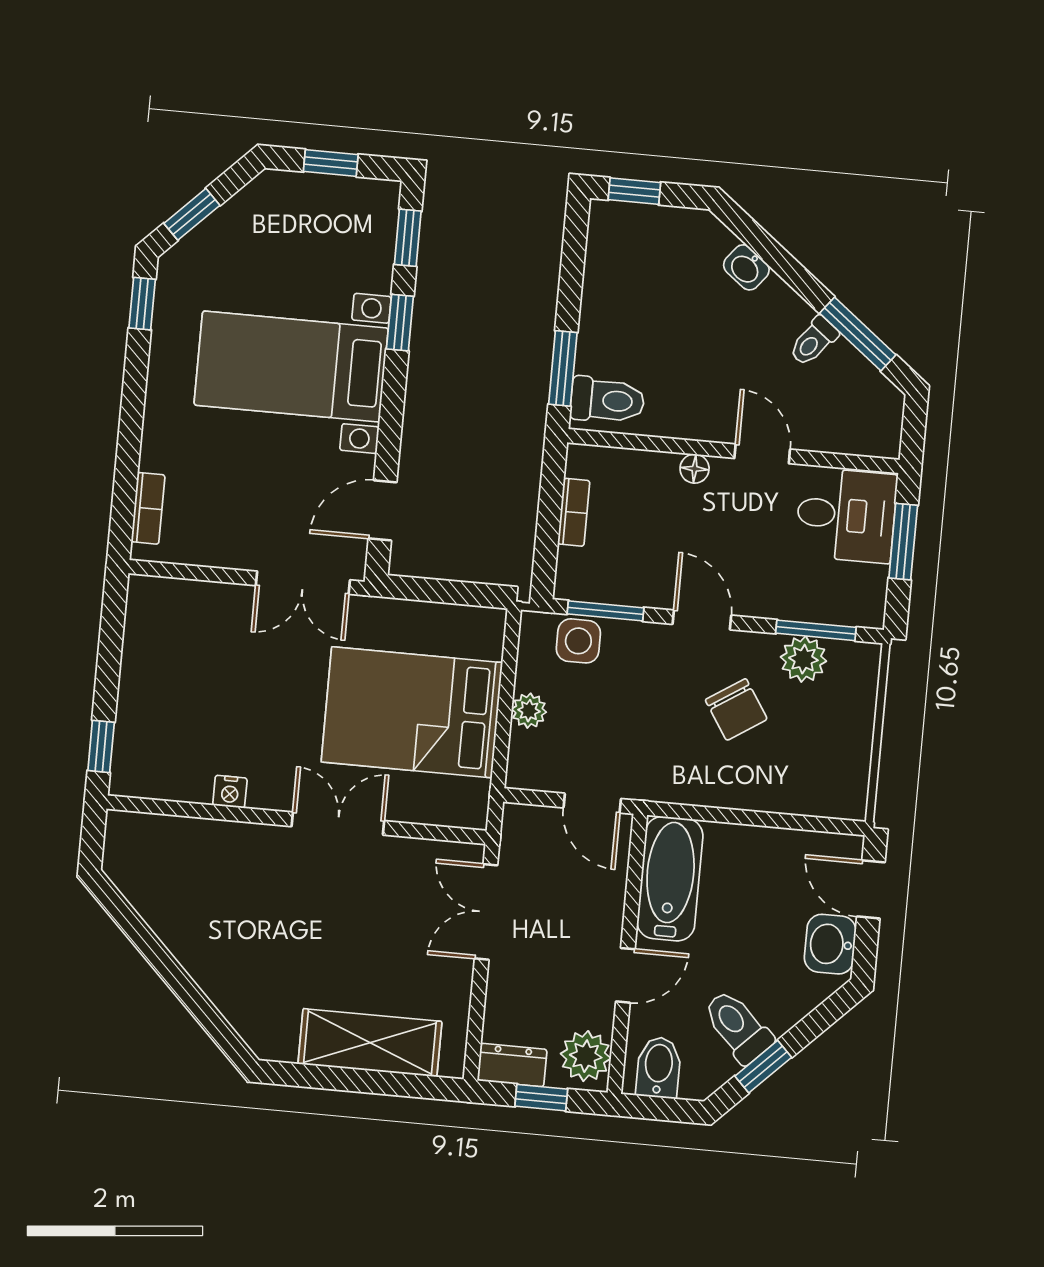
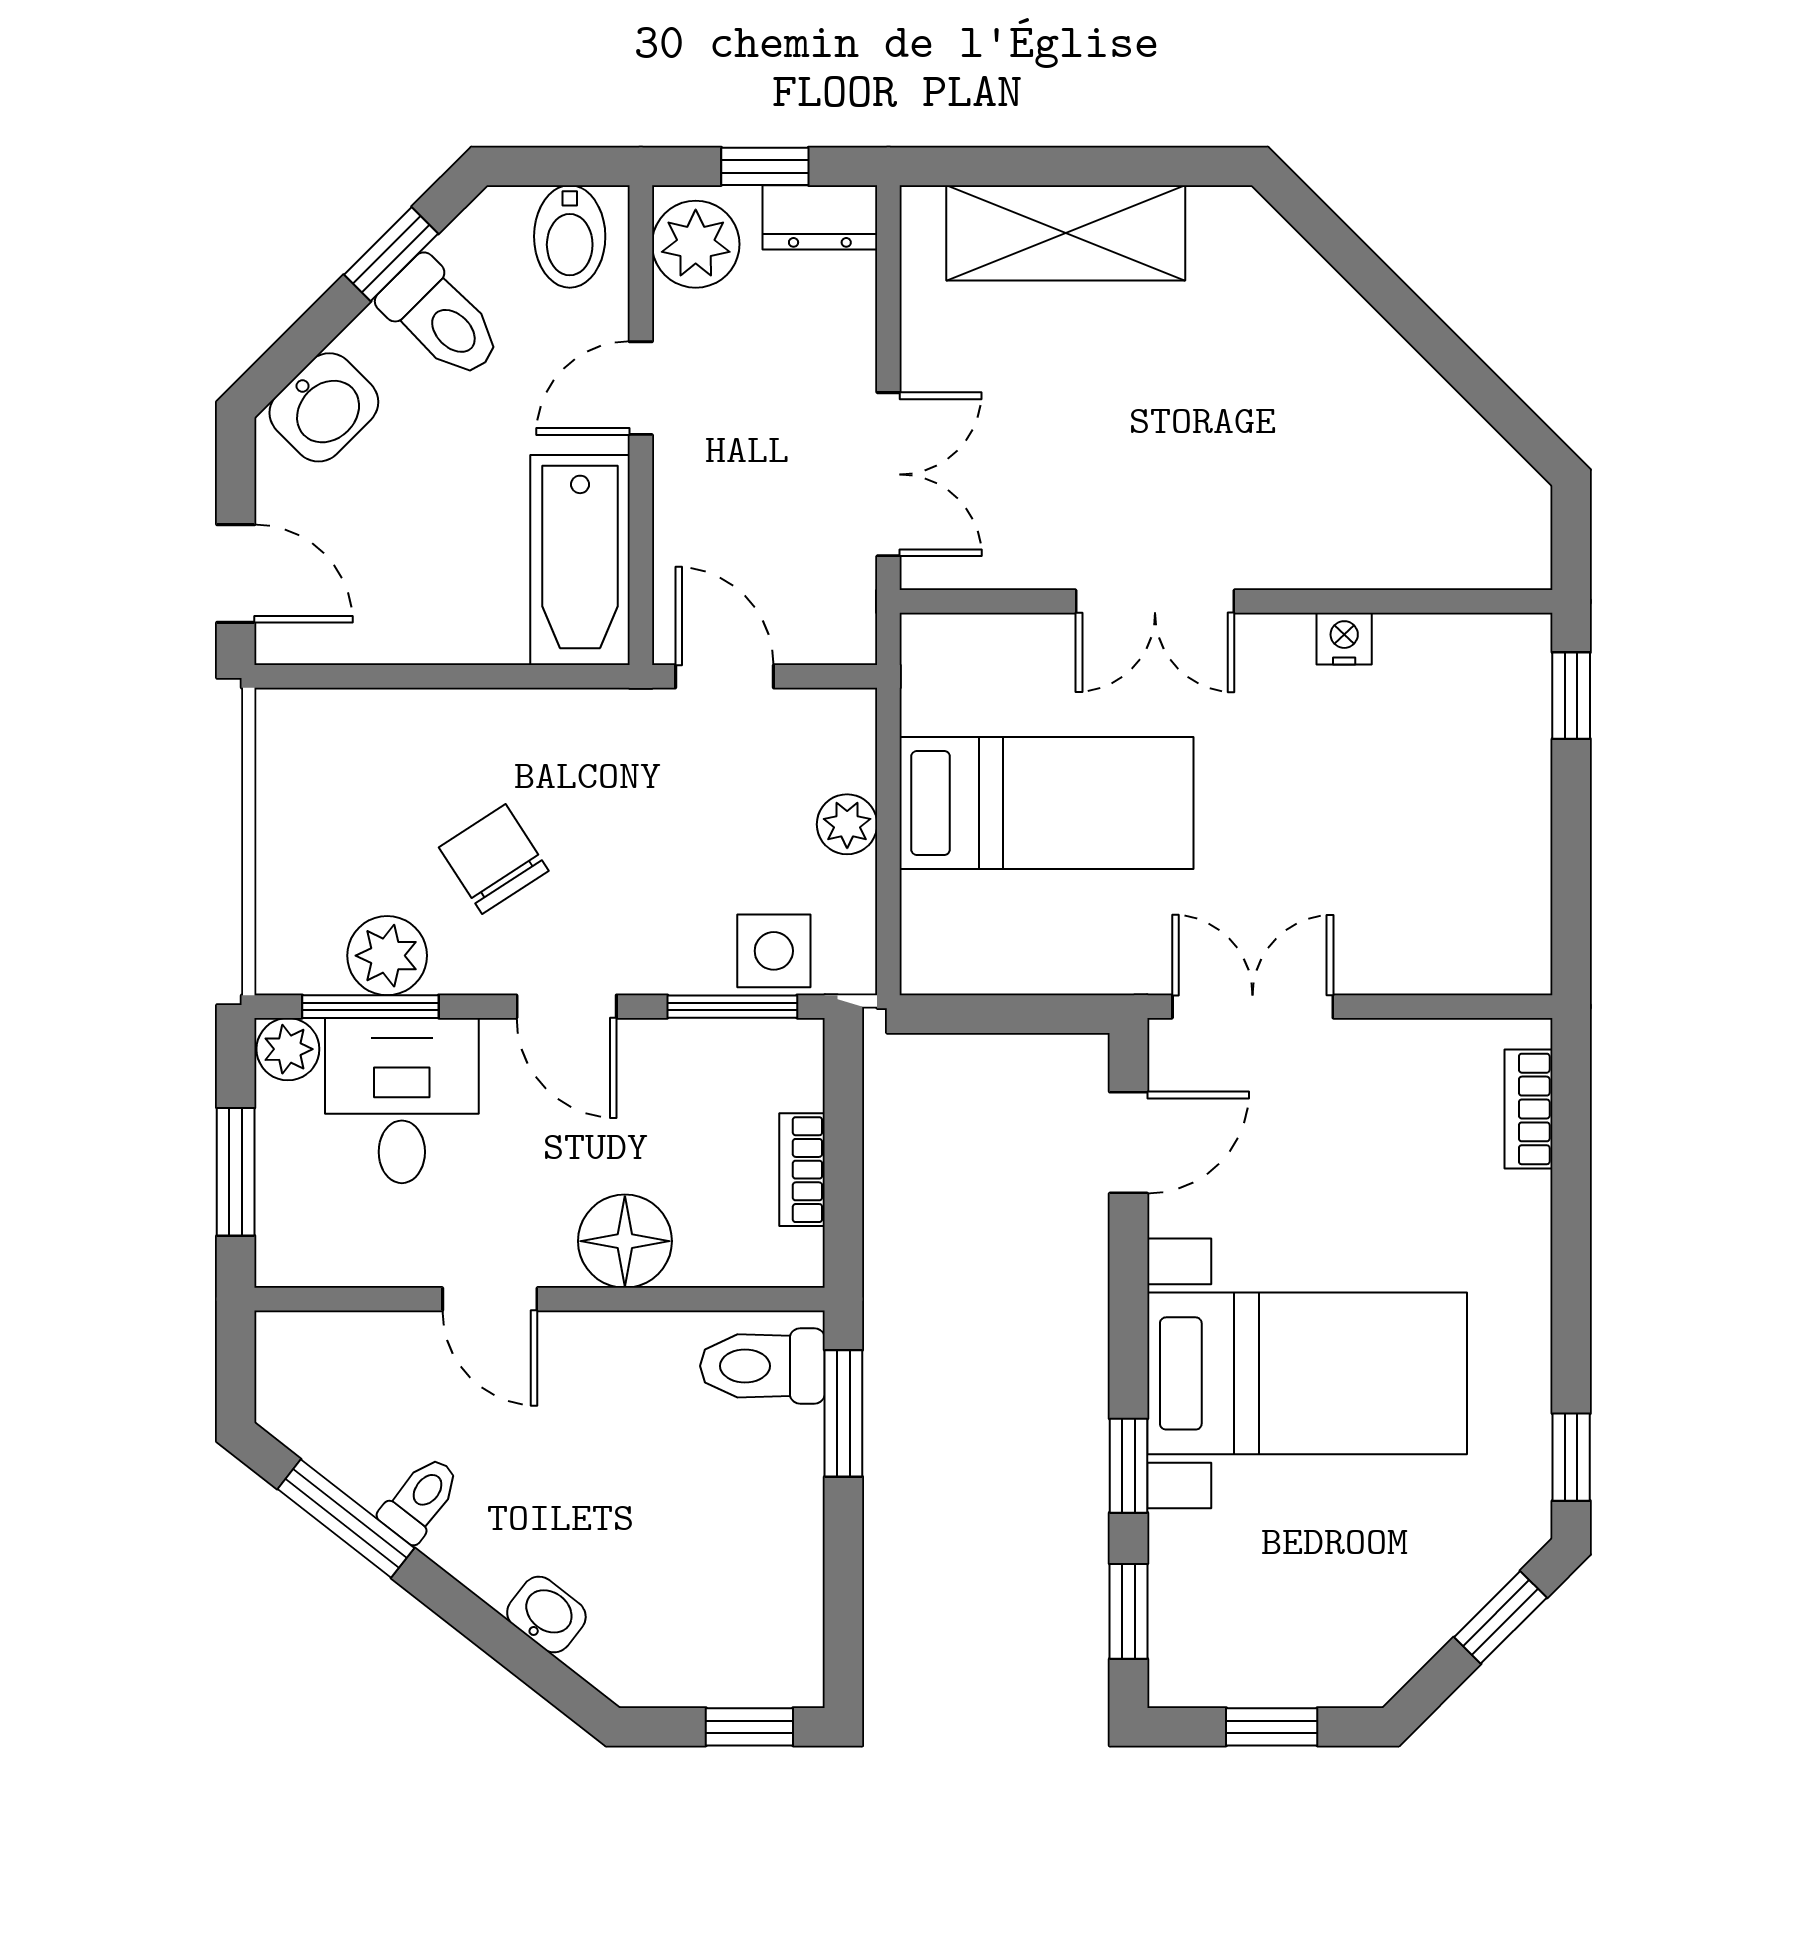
floor lamp: (695, 469) -> (625, 1241), width x1.89, depth x1.89
desk: (846, 515) -> (402, 1101), moved, turned 90
plant: (866, 610) -> (288, 1049), added
bed: (412, 712) -> (1047, 803), width x0.67
washbasin: (830, 944) -> (324, 407), moved, turned 45

